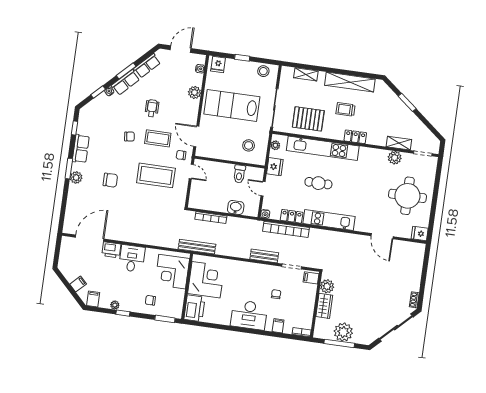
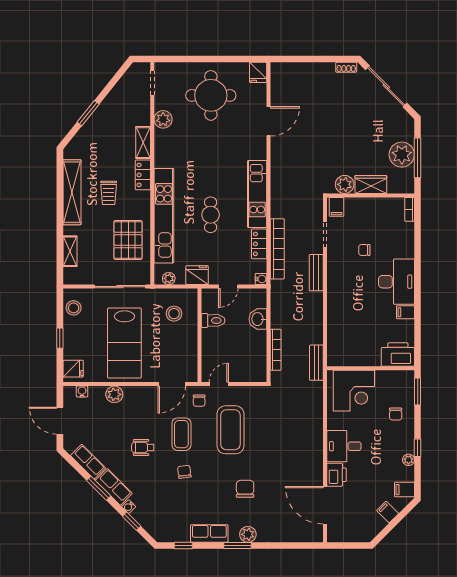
shelving: (399, 143) -> (143, 143), moved
bench: (197, 247) -> (316, 363), width x0.73
corner desk: (206, 280) -> (358, 345), removed
filing cabinet: (278, 326) -> (405, 312), moved

